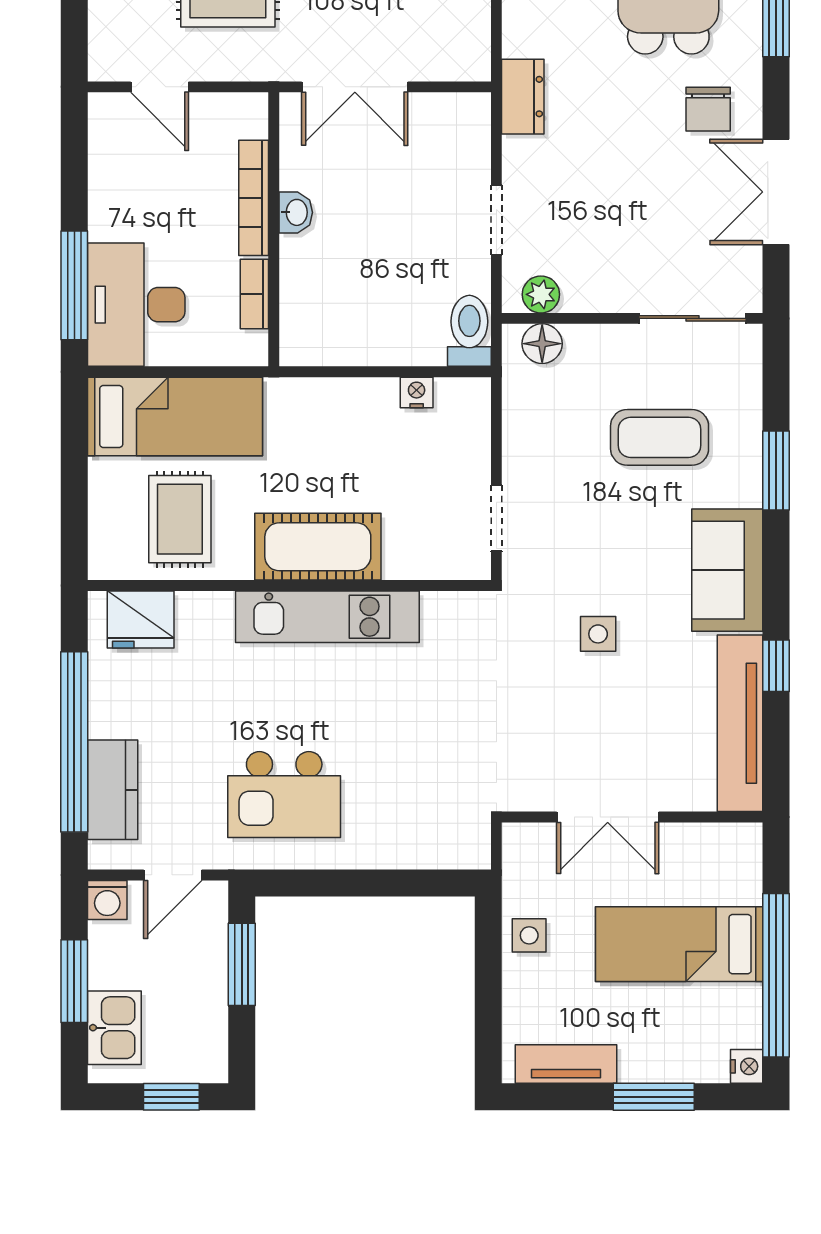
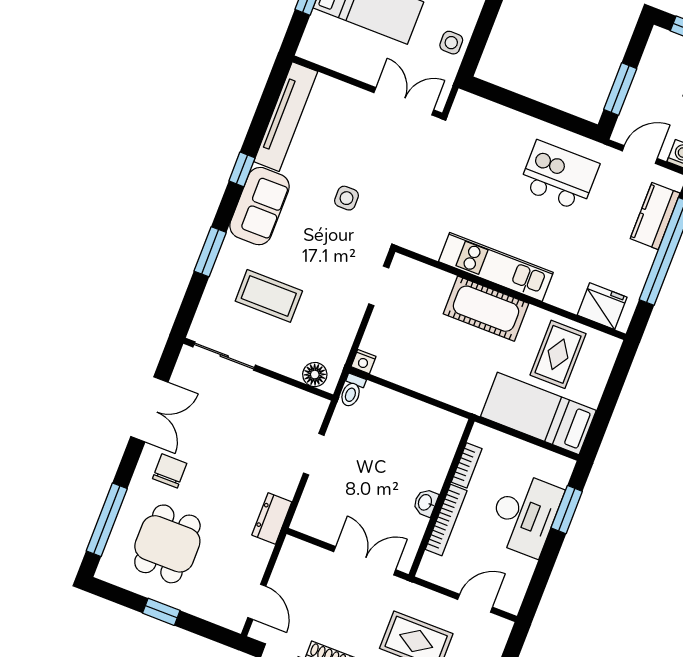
door: (160, 87) -> (475, 603), hinge flipped
window: (74, 285) -> (567, 510), width x0.69
plant: (541, 294) -> (305, 403), removed
desk: (136, 305) -> (525, 514), moved
toilet: (469, 331) -> (352, 391), width x0.73, depth x0.72
nightstand: (417, 393) -> (364, 362), moved
window: (776, 666) -> (242, 169), moved
double door: (608, 817) -> (404, 101), moved

